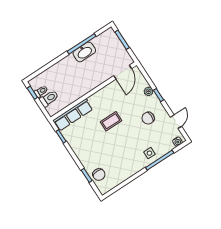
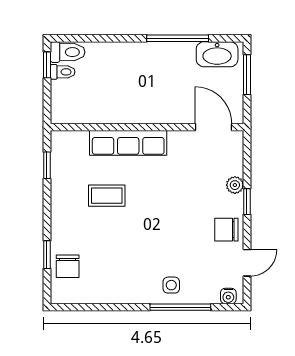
washbasin: (84, 52) -> (217, 54), moved
door: (123, 72) -> (213, 127), swing flipped
toilet: (49, 99) -> (68, 52), moved
row of seats: (73, 115) -> (128, 143), moved
chair: (148, 118) -> (226, 230), moved
coffee table: (111, 121) -> (107, 196), moved

